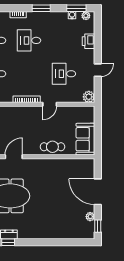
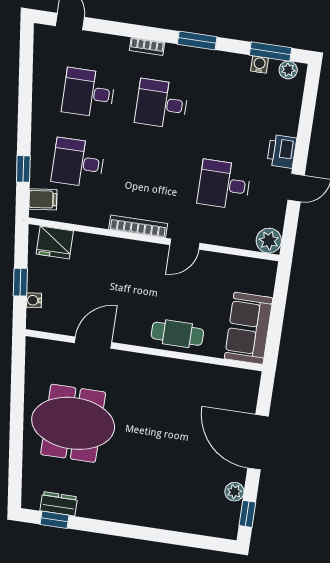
printer: (89, 41) -> (282, 151), moved

